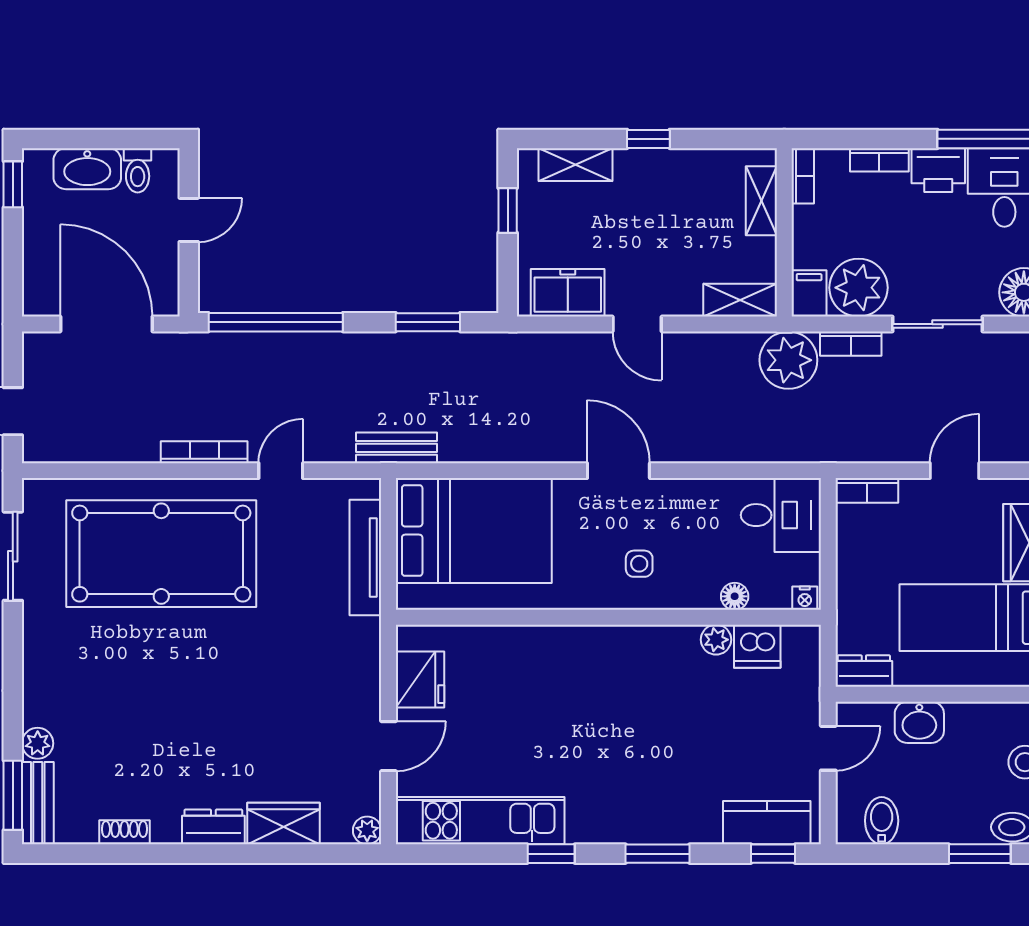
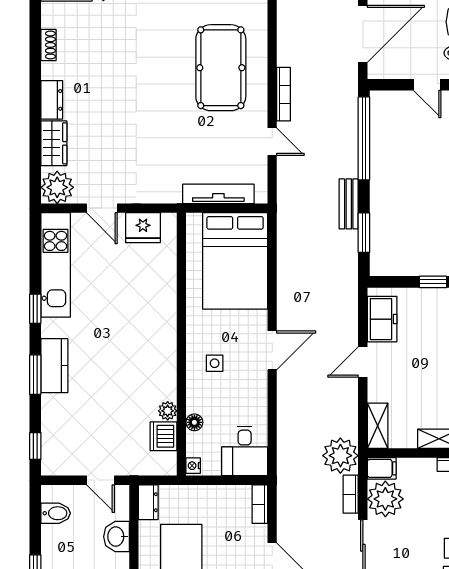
bench: (397, 448) -> (349, 204), moved
pool table: (161, 554) -> (221, 68), width x0.73, depth x0.76
kitchen counter: (767, 823) -> (54, 366), moved
plant: (367, 830) -> (57, 187), width x1.87, depth x1.87

